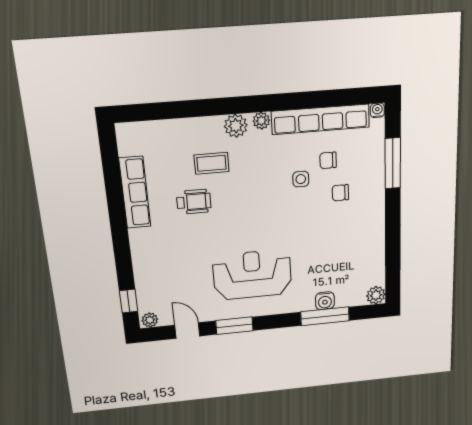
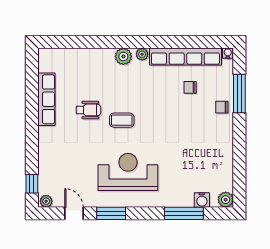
coffee table: (212, 163) -> (122, 120), moved
side table: (301, 179) -> (169, 100), removed
chair: (340, 193) -> (222, 107), moved
water cooler: (325, 301) -> (202, 200), moved

